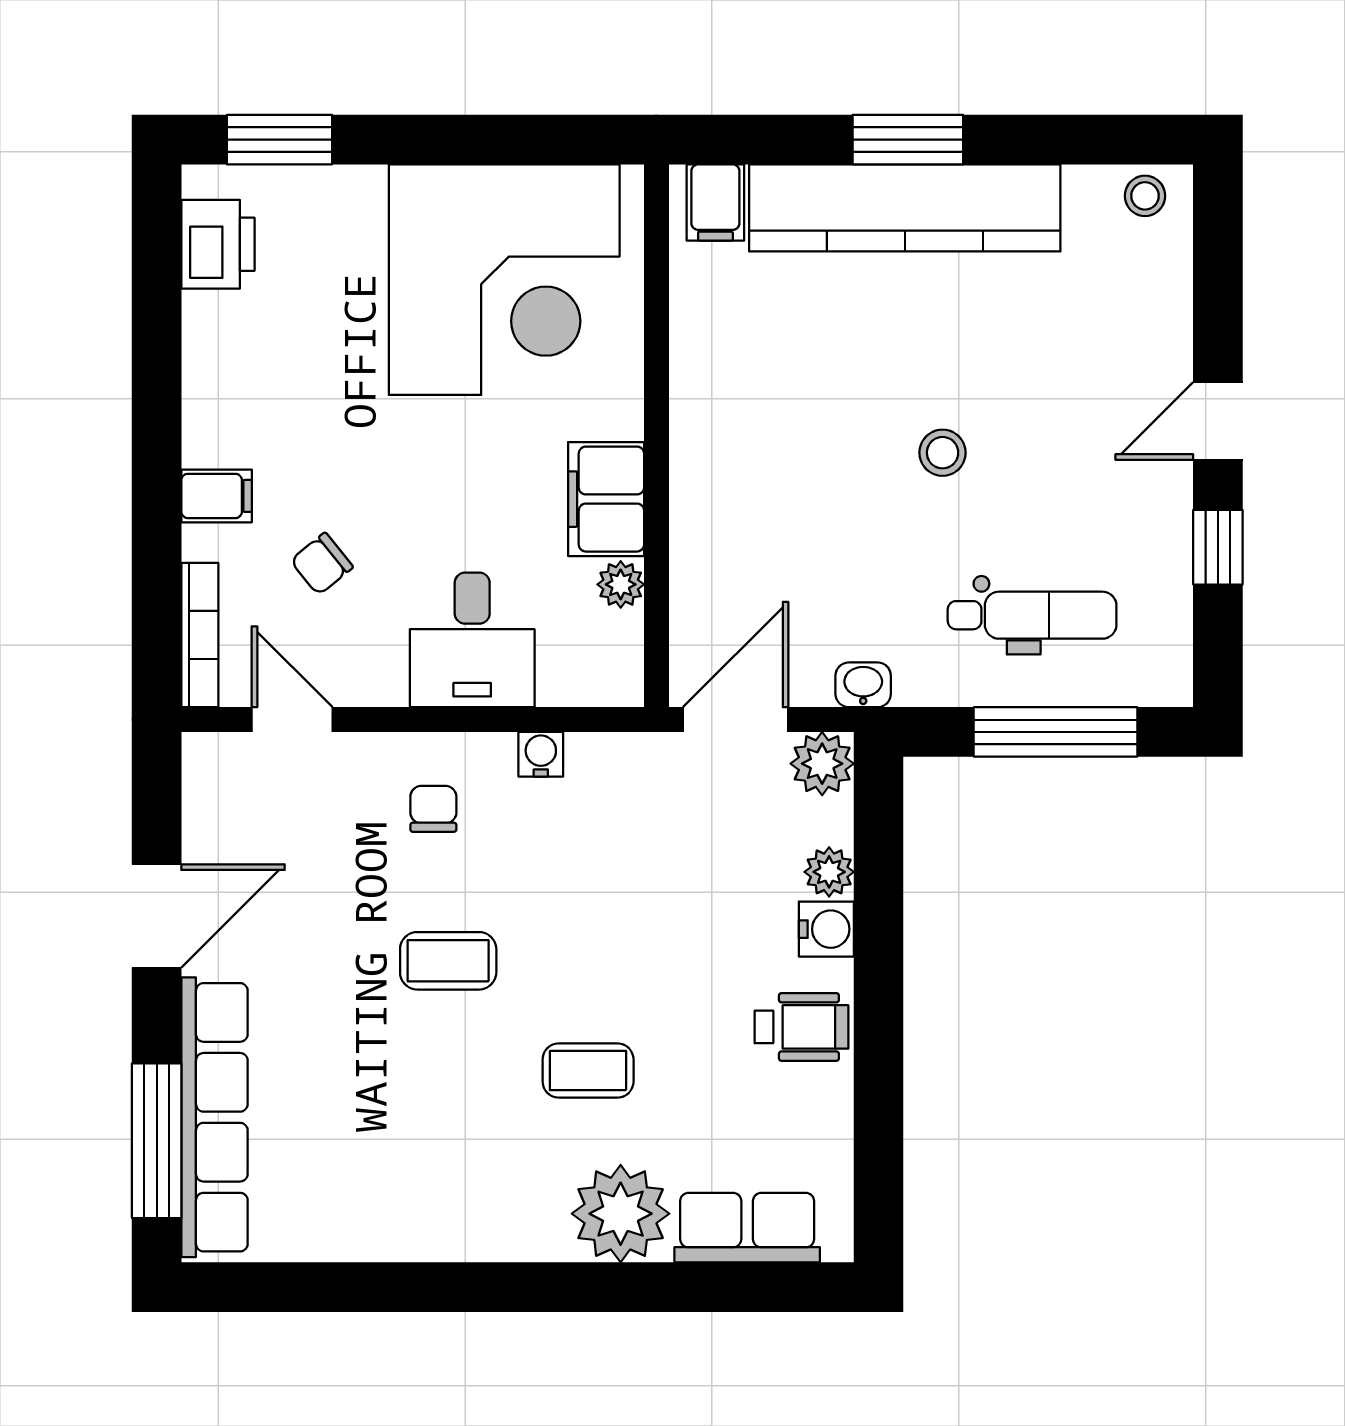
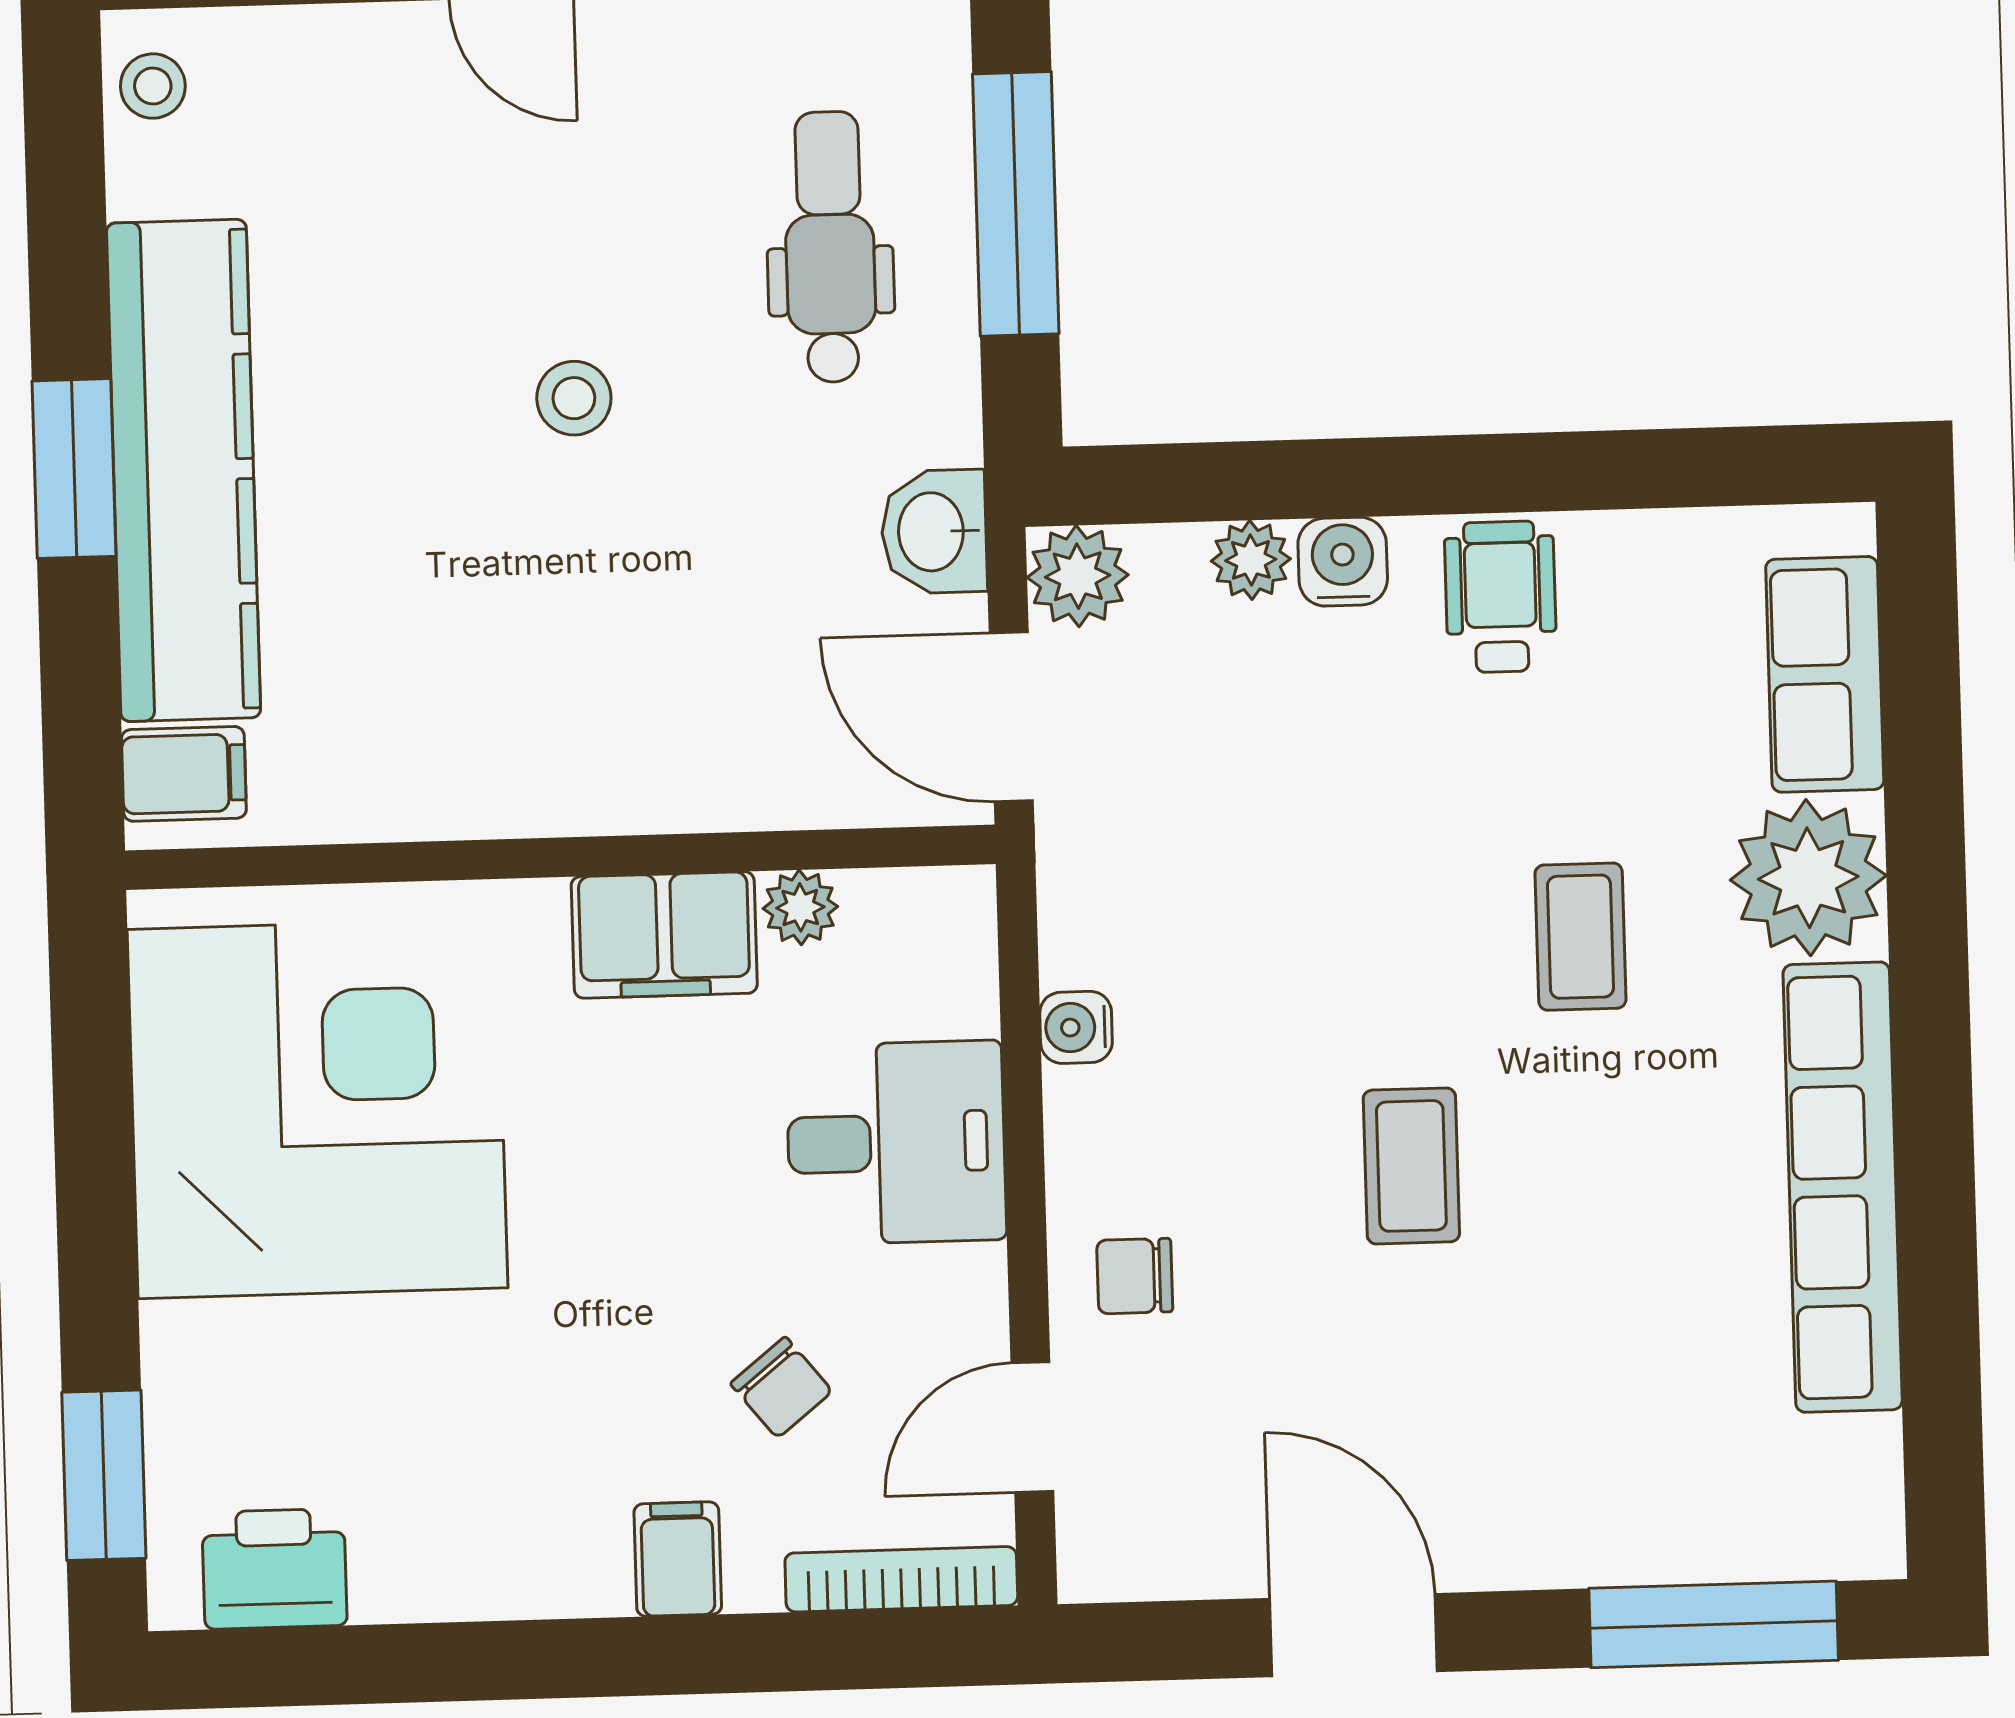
washbasin: (863, 685) -> (934, 532), width x1.38, depth x1.45
chair: (433, 809) -> (1135, 1276), moved
row of seats: (214, 1117) -> (1843, 1187), moved, turned -90

